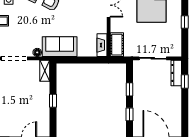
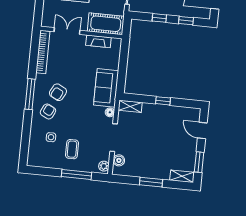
fireplace: (102, 45) -> (98, 41), moved
cot: (117, 45) -> (106, 24), width x1.37, depth x1.34

